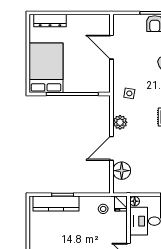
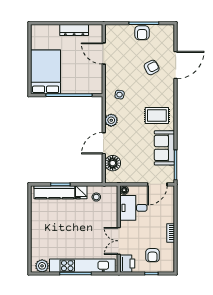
dresser: (50, 21) -> (74, 30), moved
fridge: (121, 203) -> (81, 192), moved

